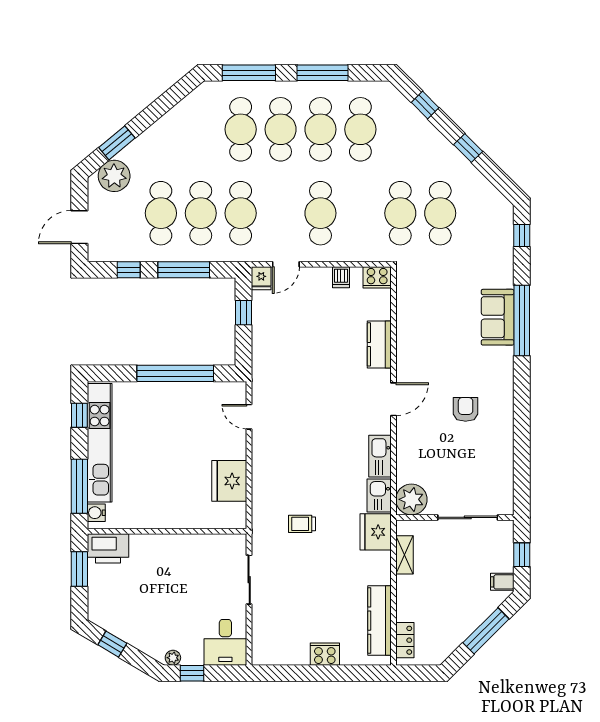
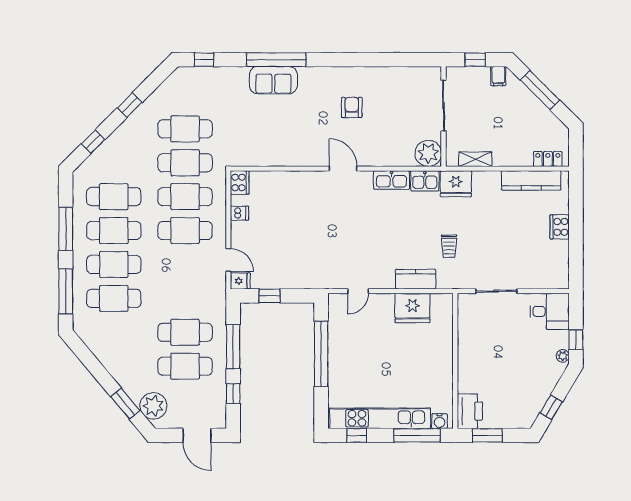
cafe table: (241, 213) -> (185, 197), moved
kitchen counter: (379, 344) -> (416, 279), moved, turned 180
armchair: (466, 409) -> (352, 107), turned 90

